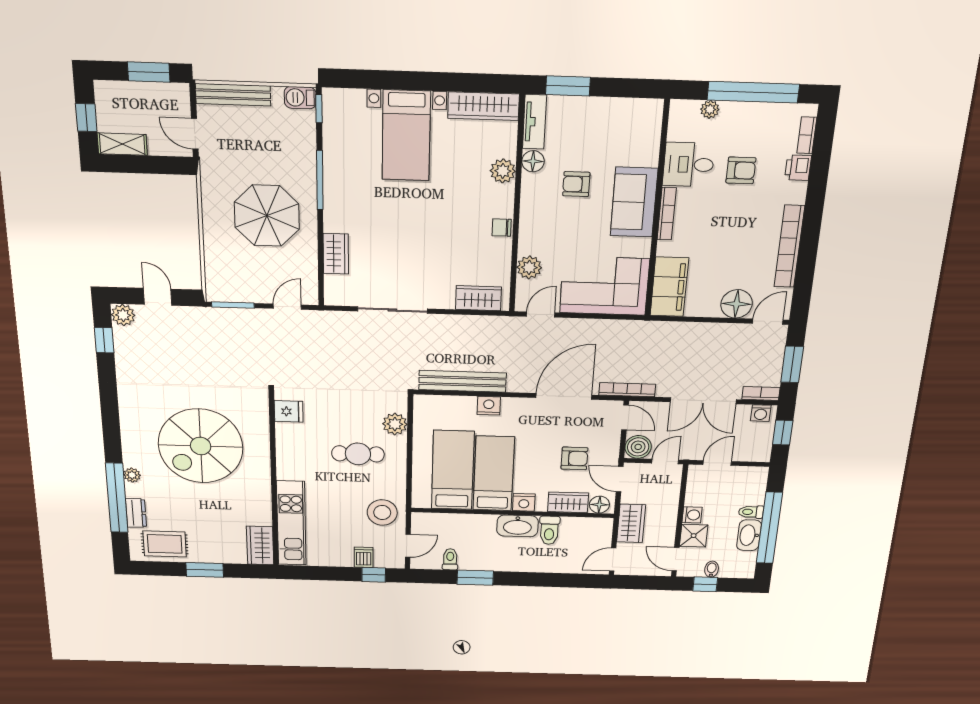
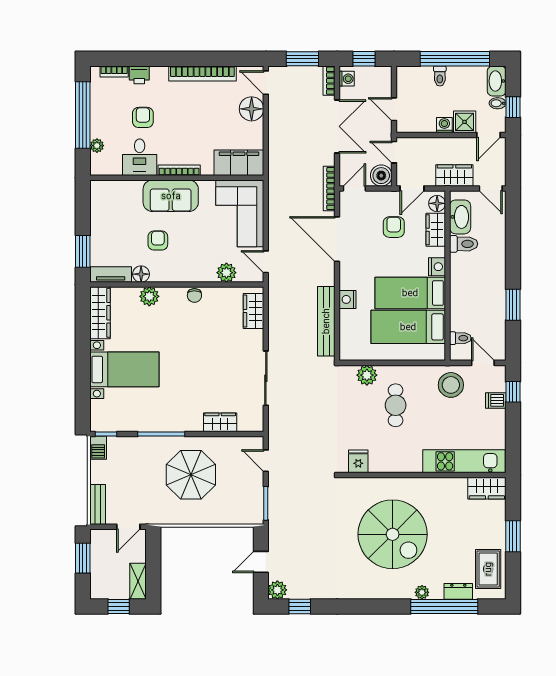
bench: (233, 95) -> (98, 504), width x0.73
armchair: (576, 184) -> (158, 241), turned 180
washbasin: (517, 526) -> (460, 217), moved
washbasin: (749, 535) -> (497, 81), moved, turned 90
toilet: (450, 559) -> (460, 338), moved, turned 180

